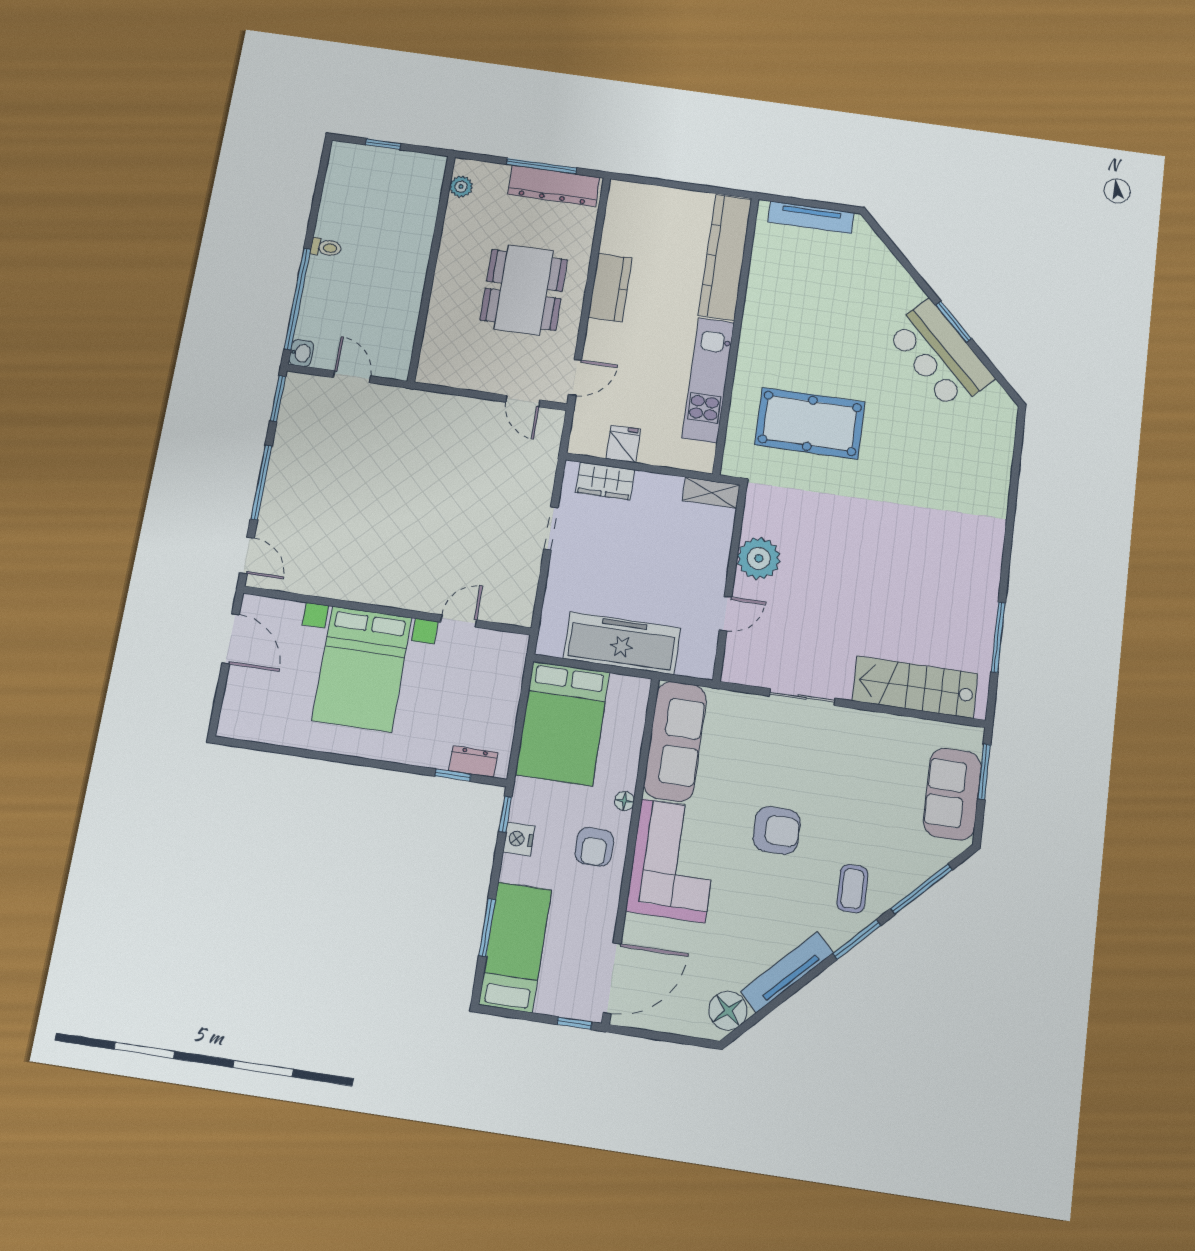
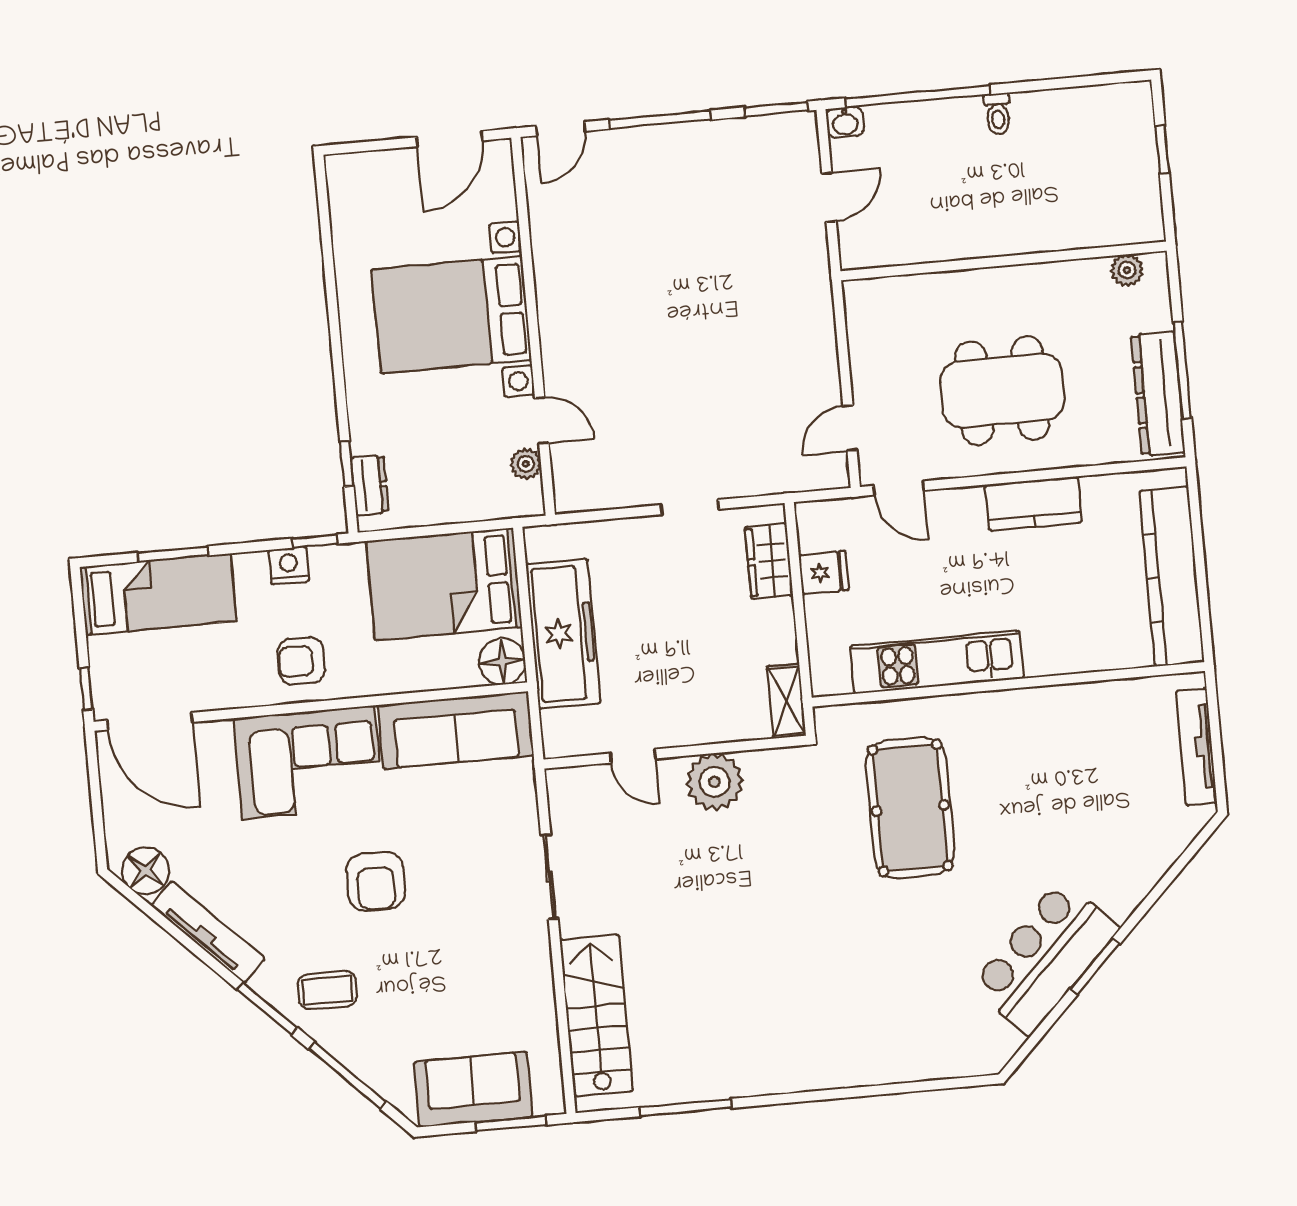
kitchen counter: (725, 257) -> (1172, 576), moved, turned -90
plant: (488, 640) -> (526, 464), added
floor lamp: (624, 801) -> (502, 661), moved, width x1.89, depth x1.89

